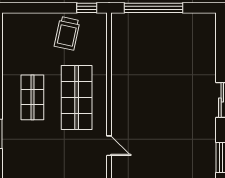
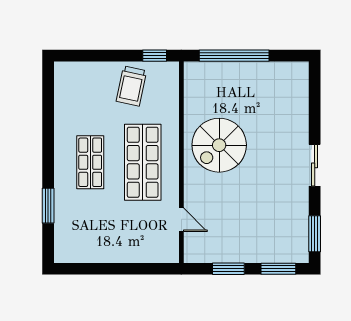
spiral stairs: (141, 83) -> (219, 145), added

